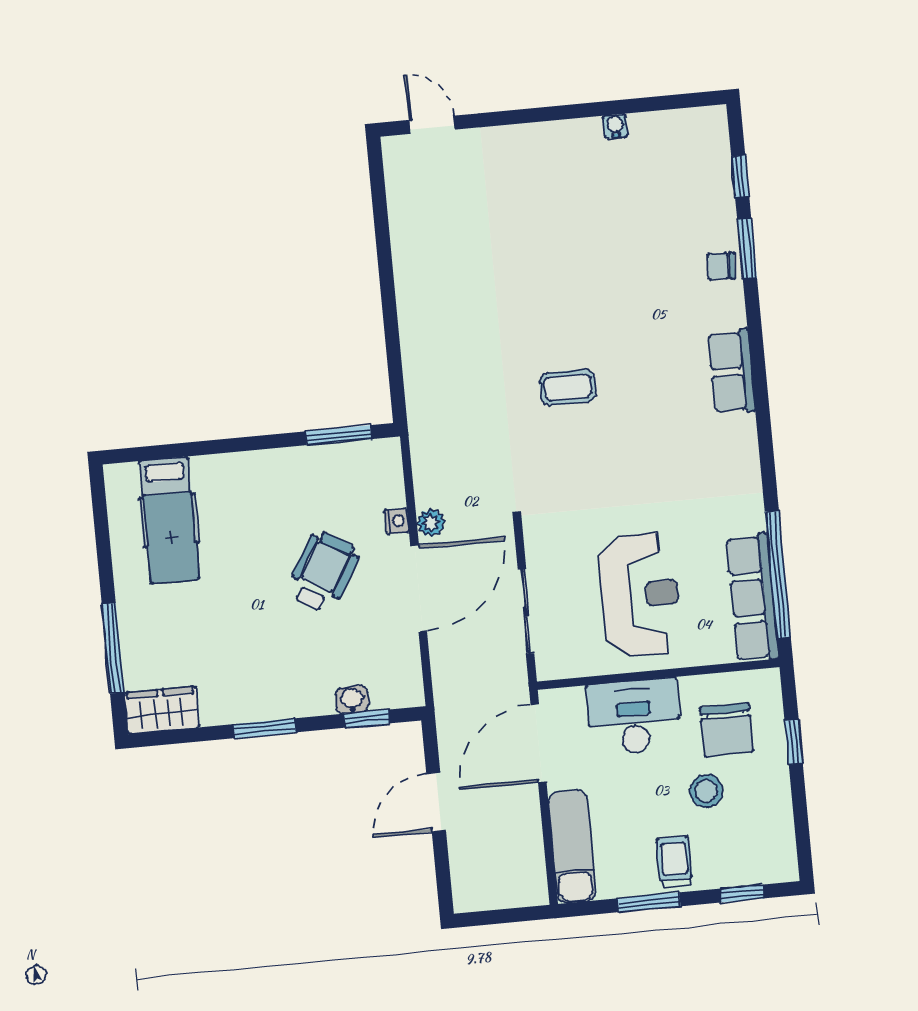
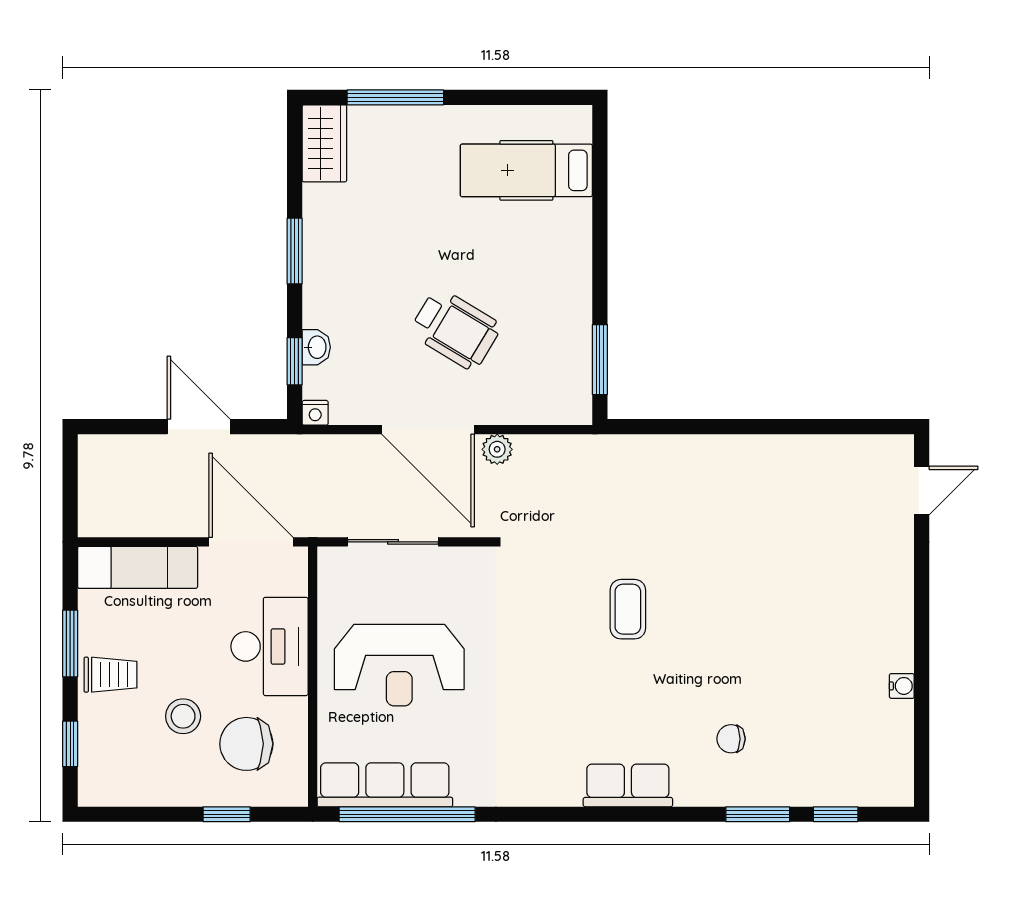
chair: (721, 266) -> (731, 739), moved, turned -93
nightstand: (397, 521) -> (315, 413), moved

